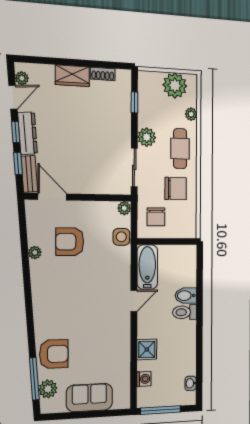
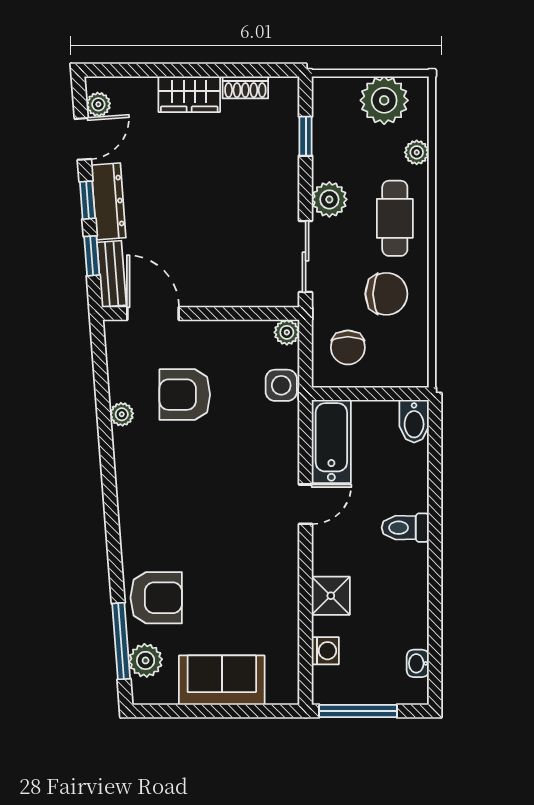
bidet: (186, 296) -> (414, 421), moved, turned -90

